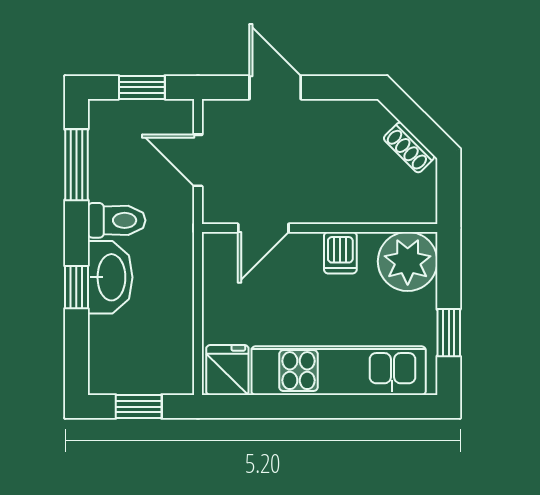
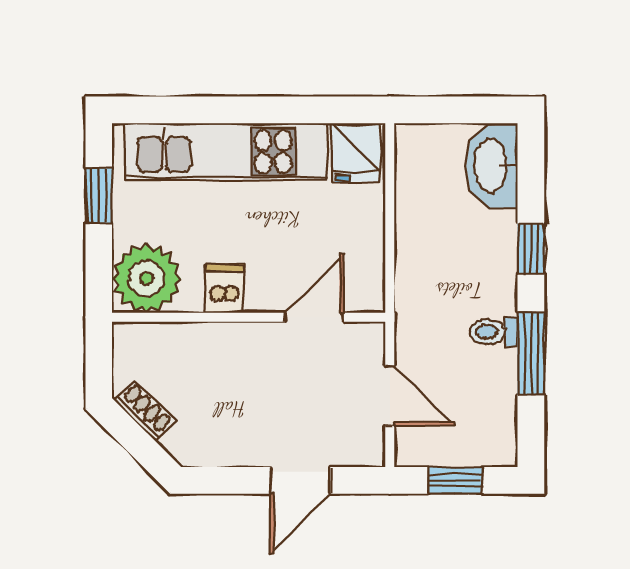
door: (275, 87) -> (300, 480), hinge flipped
window: (76, 165) -> (531, 354), moved
toilet: (117, 220) -> (494, 332), width x0.73, depth x0.72
washbasin: (110, 277) -> (492, 166), moved
window: (139, 407) -> (459, 110), removed

